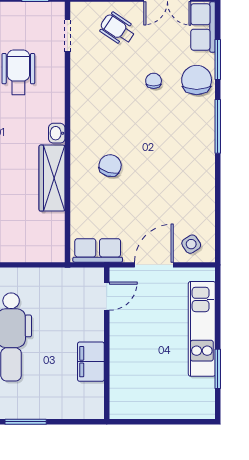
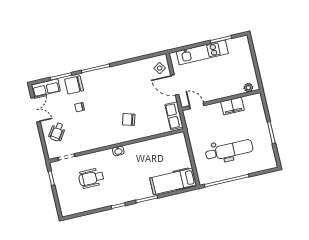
wardrobe: (52, 178) -> (142, 148), removed
plant: (118, 399) -> (248, 88), added

